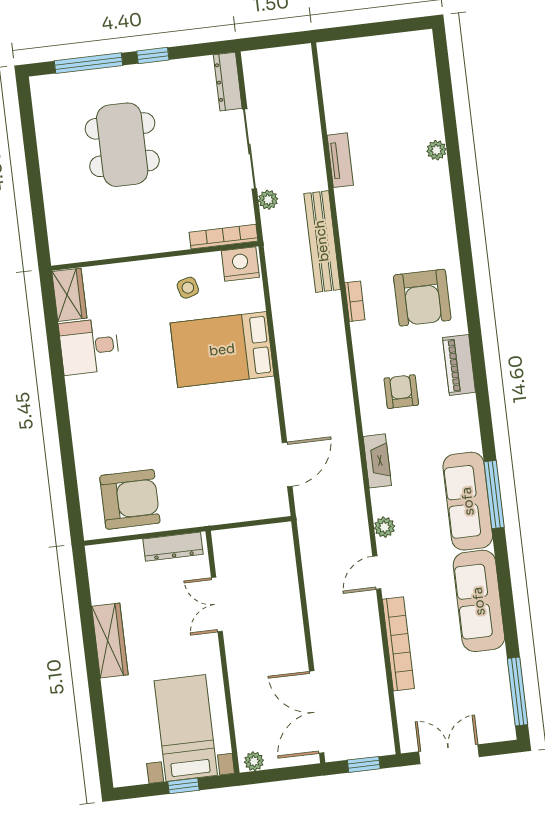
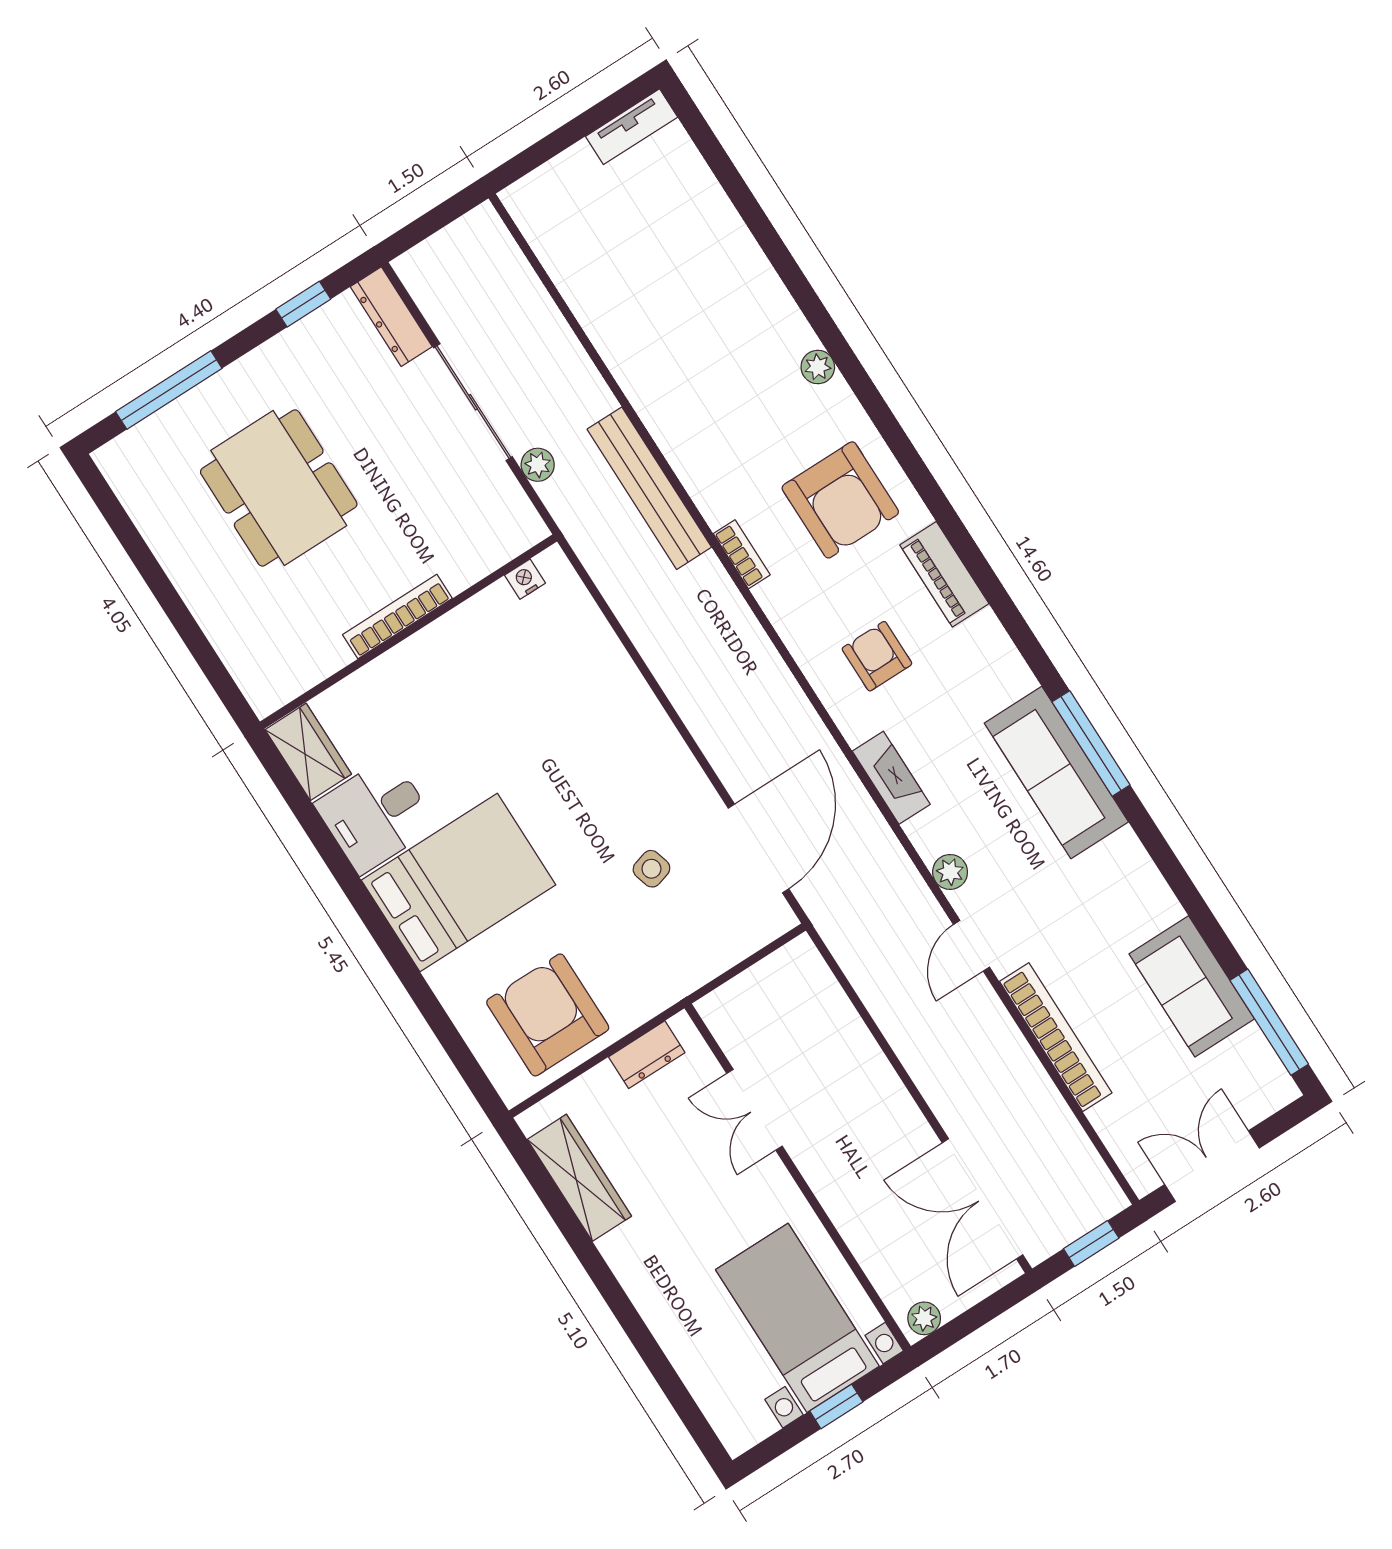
window: (153, 55) -> (303, 304), moved
plant: (436, 150) -> (818, 367), moved
tv unit: (340, 160) -> (632, 127), moved, turned 90
bookcase: (224, 237) -> (397, 617), moved
nightstand: (240, 264) -> (525, 579), width x0.53, depth x0.56
side table: (188, 288) -> (651, 869), moved
bed: (222, 350) -> (459, 882), moved, turned 180
door: (287, 464) -> (758, 849), width x1.36
armchair: (130, 499) -> (548, 1015), turned -90
dresser: (173, 547) -> (647, 1055), width x0.70
sofa: (479, 601) -> (1192, 986), moved, width x0.73
wardrobe: (110, 640) -> (579, 1178), moved

